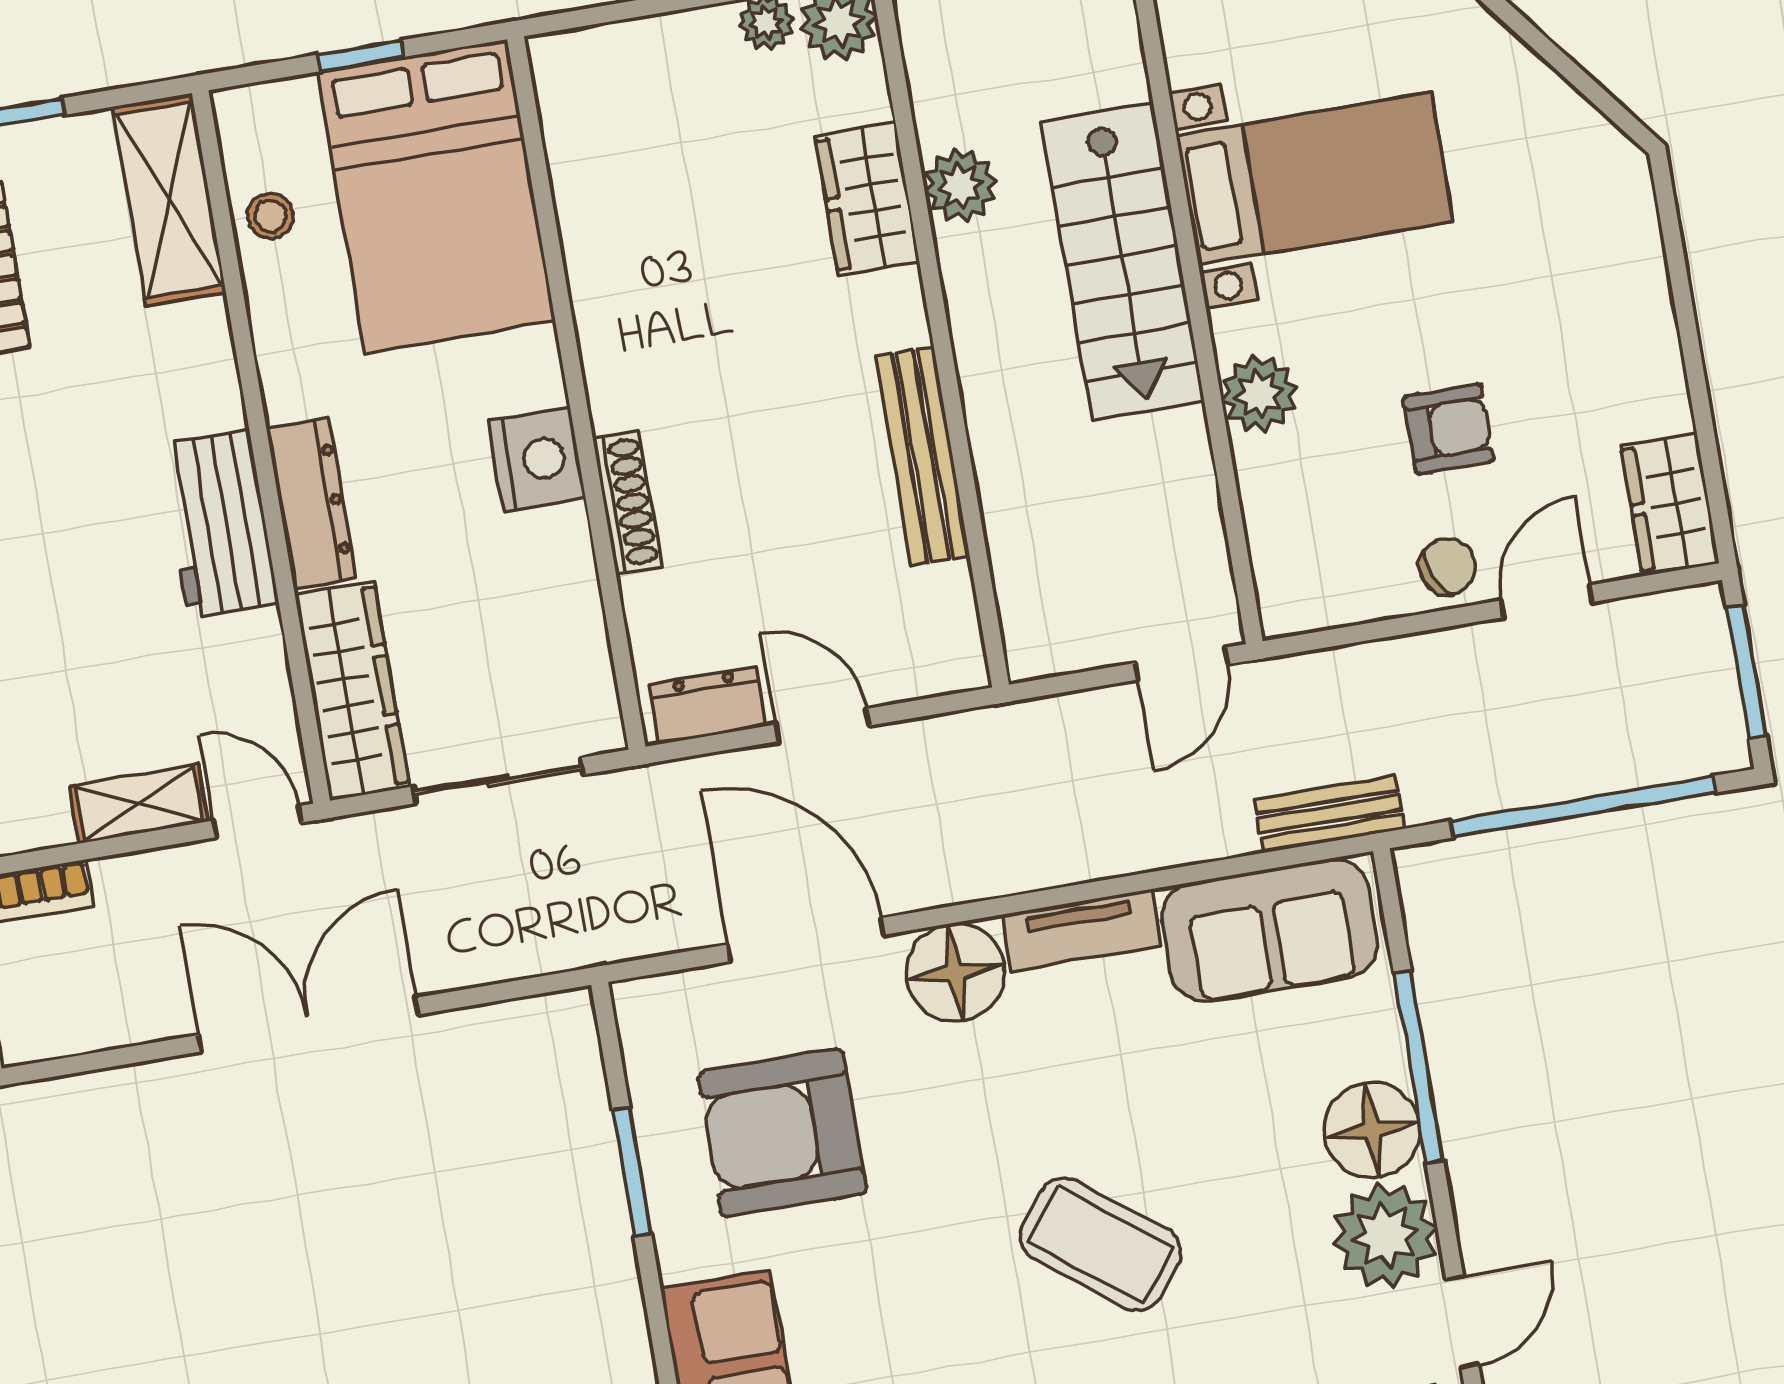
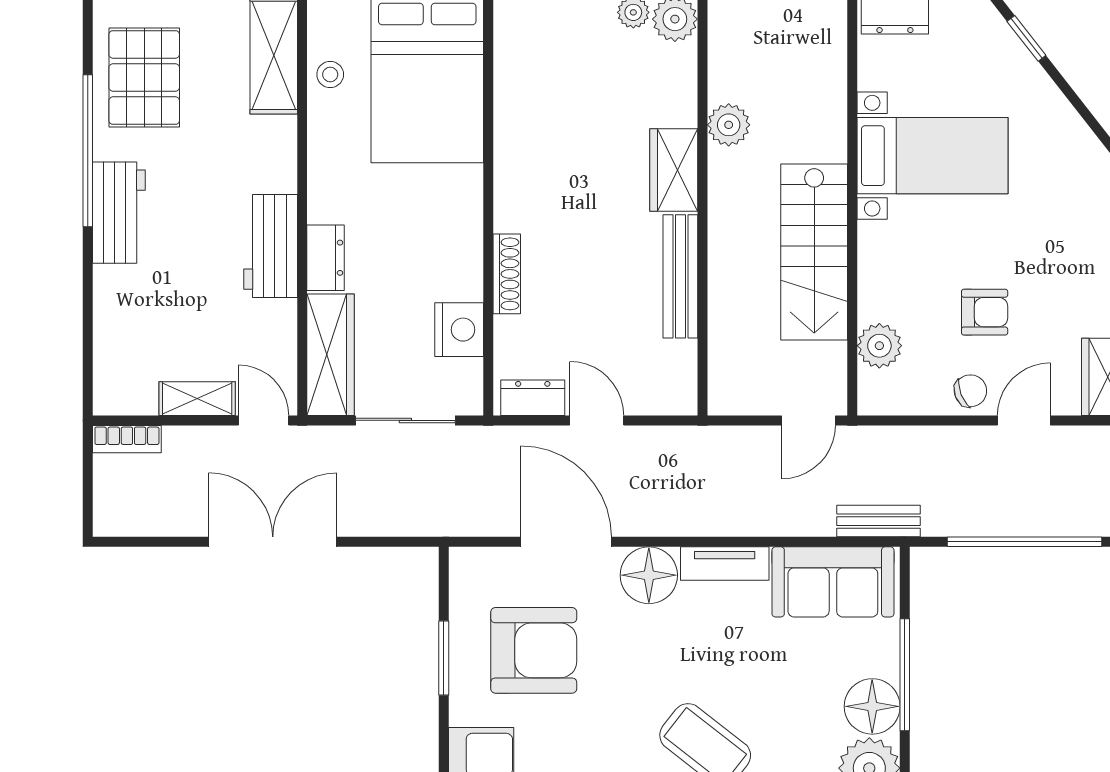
wardrobe: (867, 199) -> (674, 170), moved
stairs: (1123, 261) -> (814, 252), moved
plant: (1259, 394) -> (879, 346), moved
nightstand: (537, 459) -> (459, 330), moved
dresser: (311, 503) -> (326, 258), width x0.70
armchair: (782, 1133) -> (534, 650), turned 180

